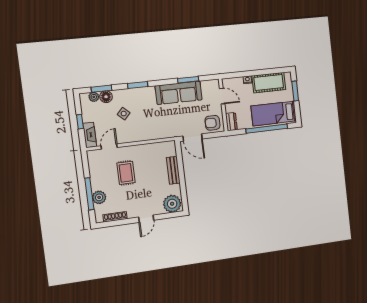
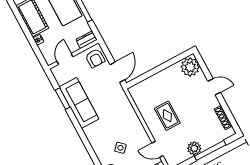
window: (138, 85) -> (88, 145), removed
bench: (173, 170) -> (157, 79), removed
rug: (126, 173) -> (167, 116), moved, turned 90
plant: (99, 197) -> (194, 148), moved

